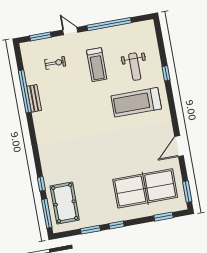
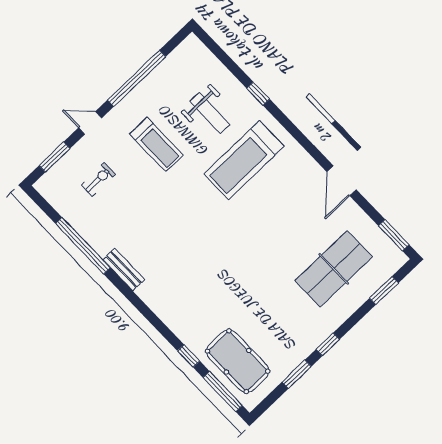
bench: (34, 98) -> (124, 269), moved
table tennis table: (145, 188) -> (334, 269), width x0.73, depth x0.76

